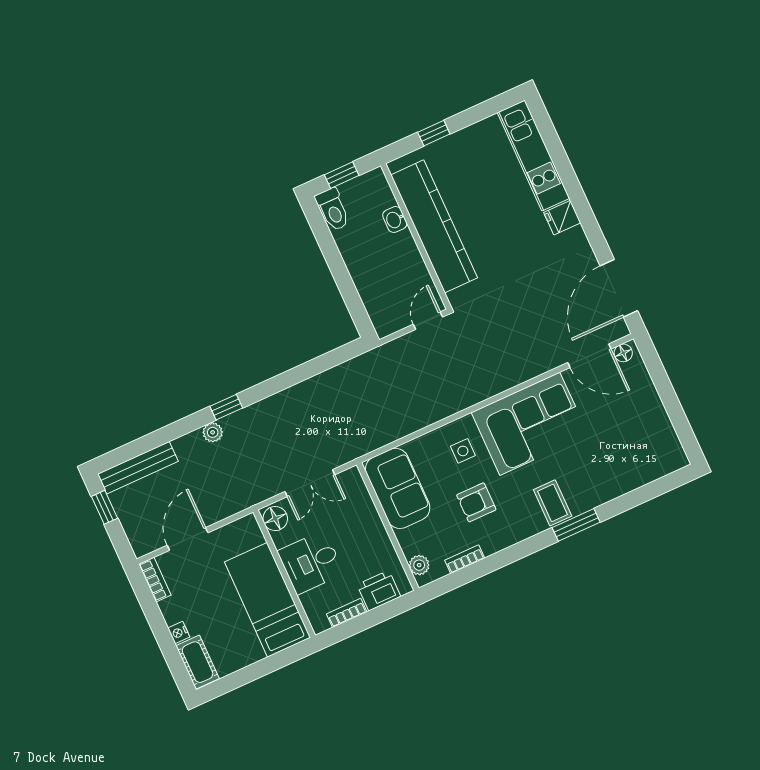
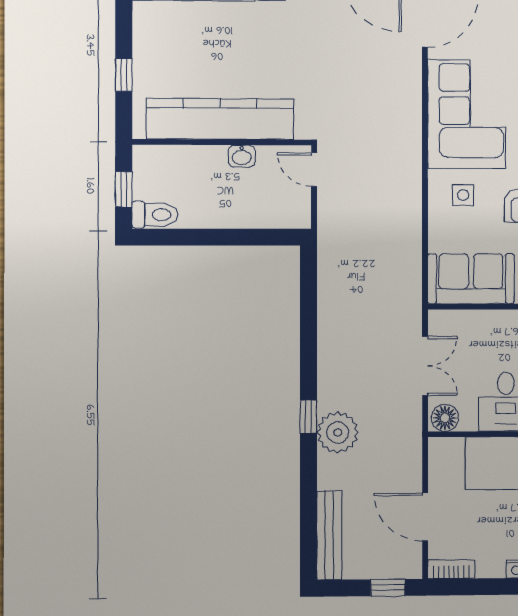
washbasin: (395, 219) -> (242, 156), moved
plant: (213, 432) -> (338, 432), width x1.88, depth x1.88
window: (105, 507) -> (388, 588), moved

